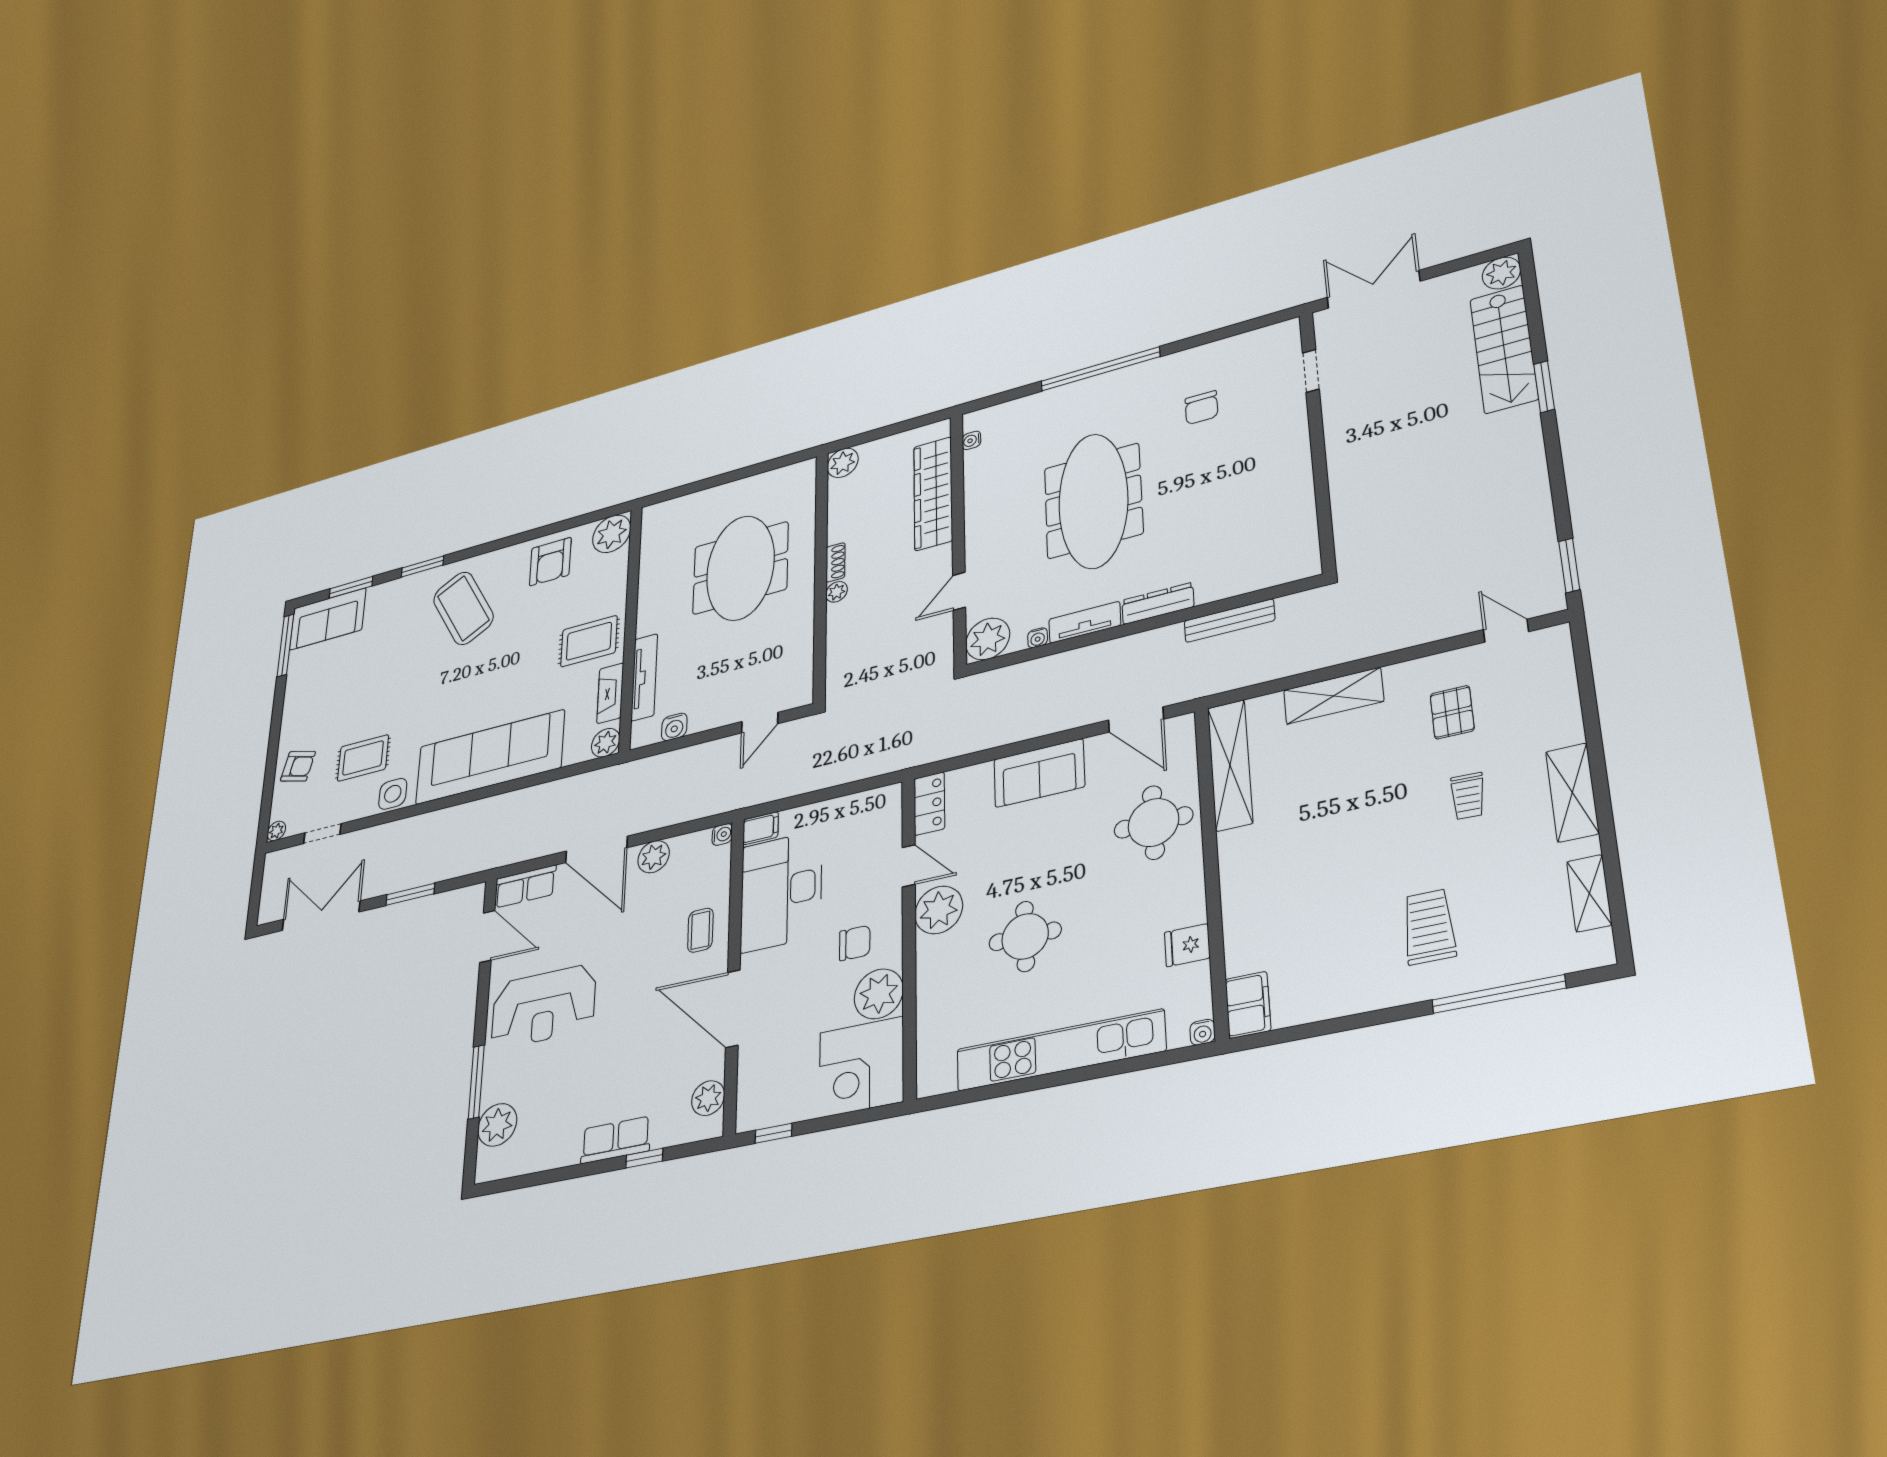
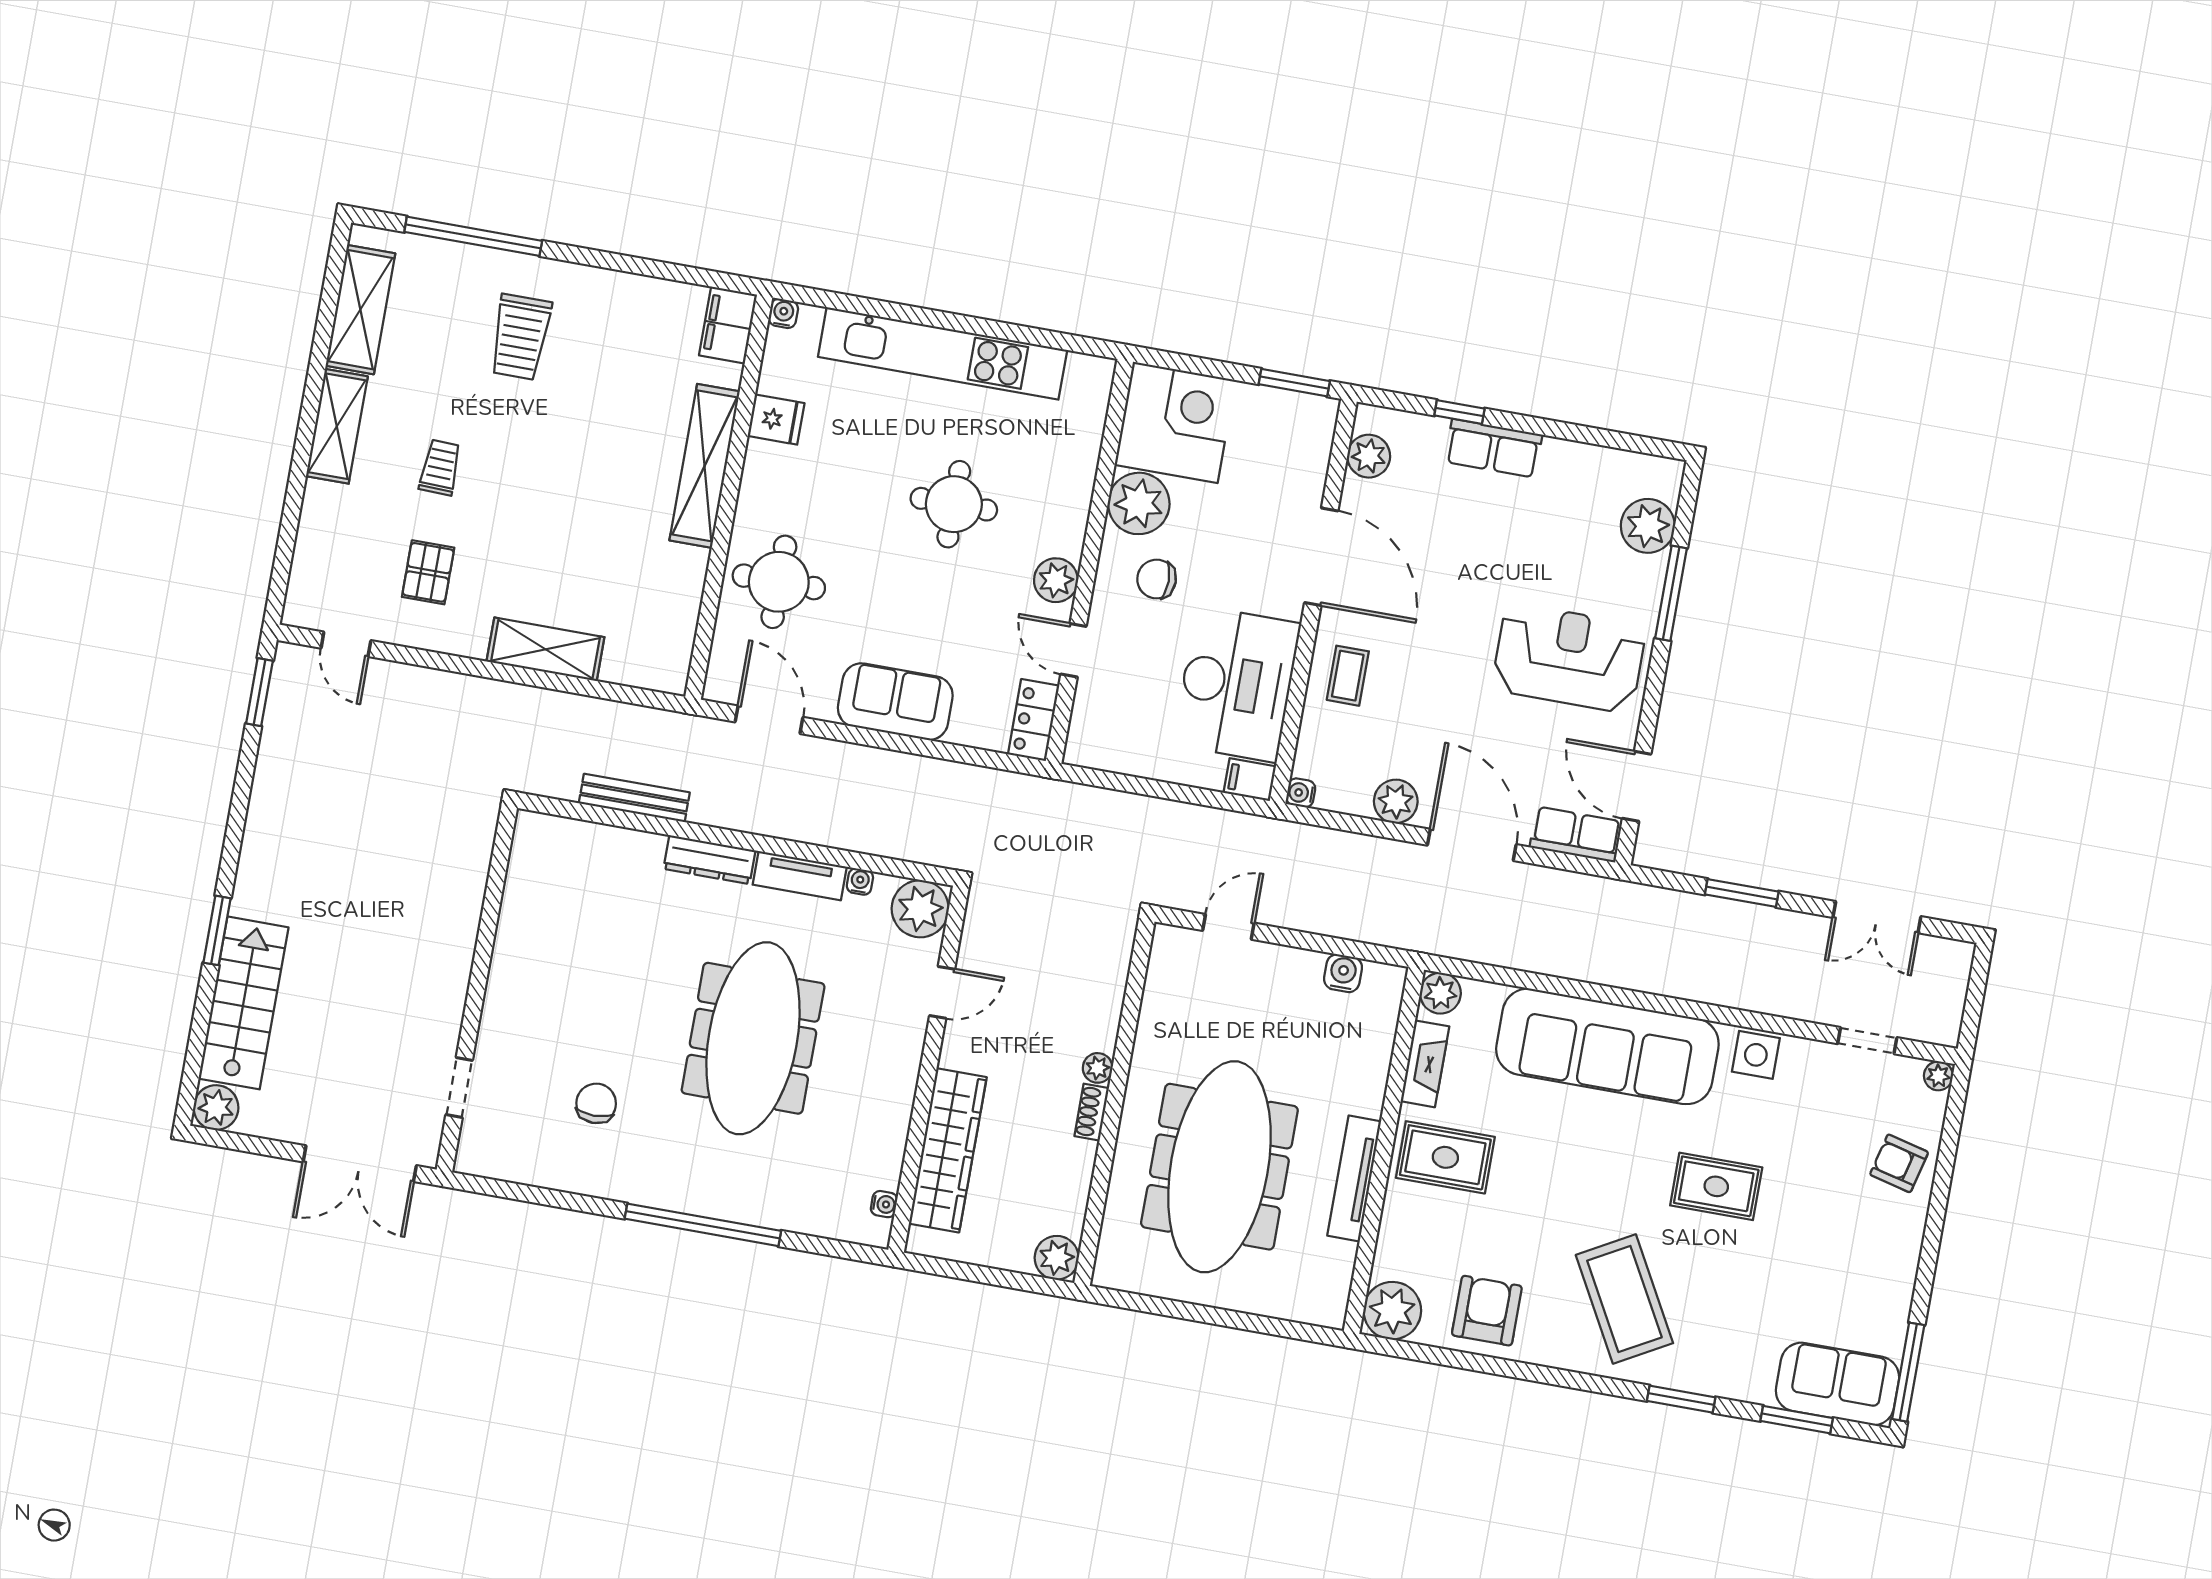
meeting table: (740, 568) -> (1219, 1167), width x1.36
tv unit: (644, 677) -> (1354, 1179), moved
rug: (363, 758) -> (1716, 1186), moved
shelving: (1230, 765) -> (705, 466), moved
shelving: (1589, 893) -> (360, 310), width x1.50, depth x1.33
plant: (939, 910) -> (1056, 580), width x0.73, depth x0.73
double door: (321, 916) -> (1877, 917), width x0.73
window: (774, 1133) -> (1294, 383), width x1.50

